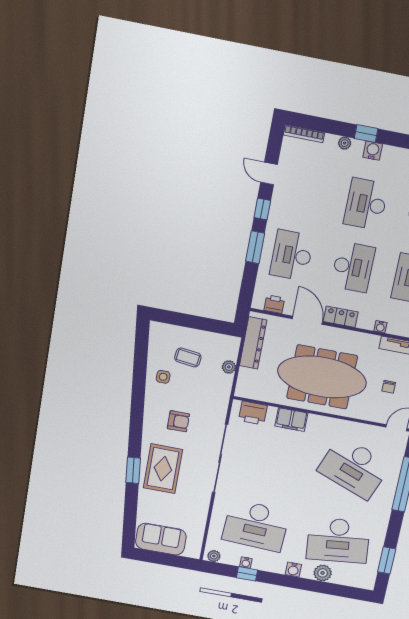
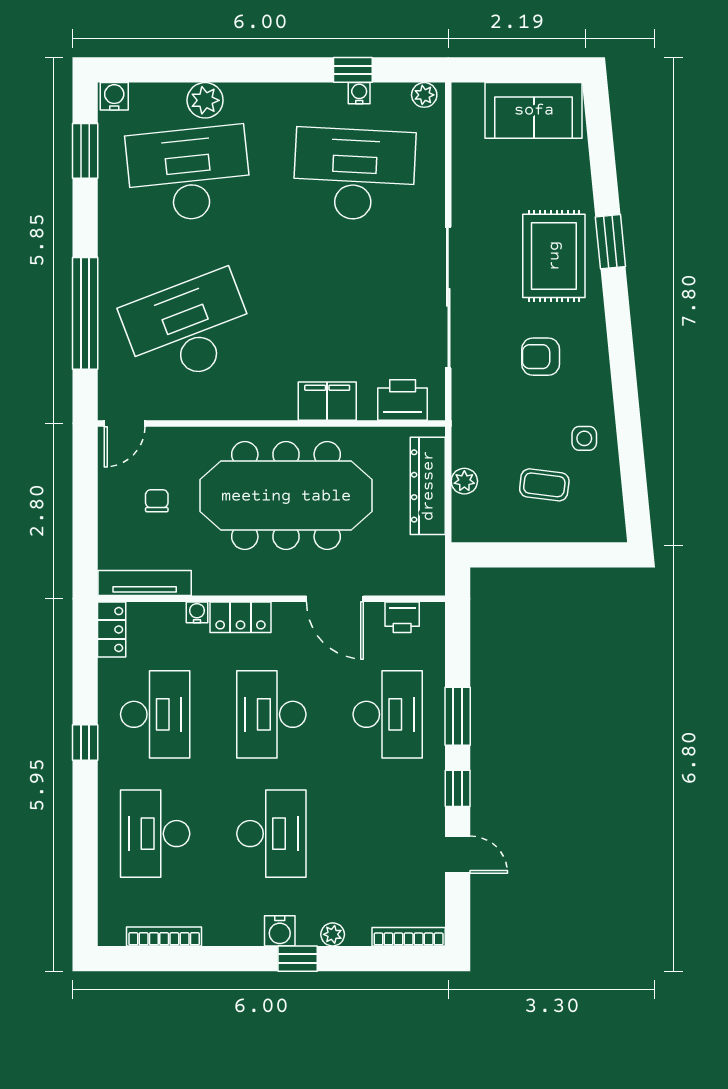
locker: (341, 317) -> (241, 617), moved
dresser: (253, 343) -> (428, 486), moved
desk: (354, 468) -> (189, 329), turned -42
water cooler: (293, 570) -> (114, 96), moved

